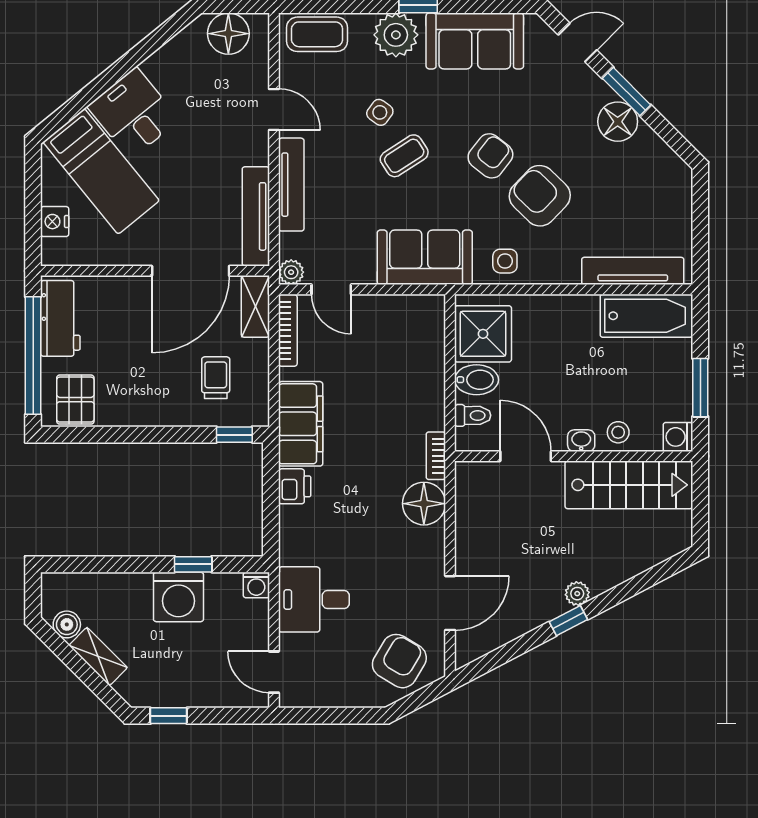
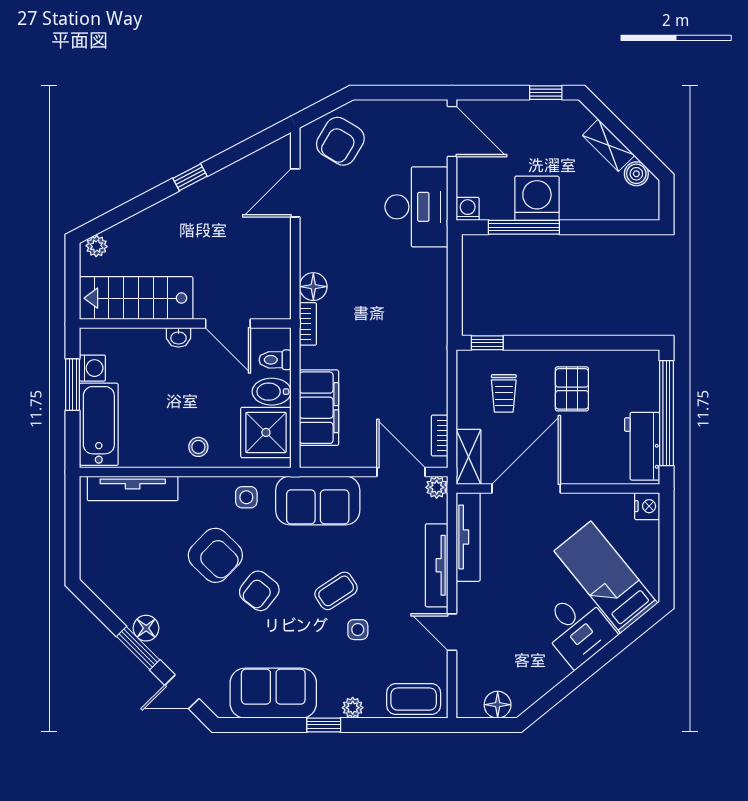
floor lamp: (228, 34) -> (498, 705), width x0.73, depth x0.73
plant: (396, 35) -> (353, 708), width x0.53, depth x0.53
side table: (380, 112) -> (358, 630), turned -36
floor lamp: (618, 122) -> (146, 628), width x0.73, depth x0.73
nightstand: (55, 222) -> (647, 506), moved
door: (331, 289) -> (401, 472), width x1.38
bathtub: (646, 316) -> (99, 424), moved, turned 90
bookcase: (288, 330) -> (440, 435), width x0.64
pallet: (75, 400) -> (572, 389), moved
filing cabinet: (301, 424) -> (319, 408), moved, turned 180
stool: (618, 432) -> (198, 447), moved
washing machine: (678, 437) -> (92, 368), moved
printer: (295, 486) -> (434, 297), removed
floor lamp: (424, 504) -> (313, 287), width x0.73, depth x0.73
window: (193, 564) -> (524, 227), width x2.17
plant: (577, 594) -> (97, 246), moved
desk: (314, 599) -> (416, 207), width x1.37
door: (274, 672) -> (452, 131), width x1.38

